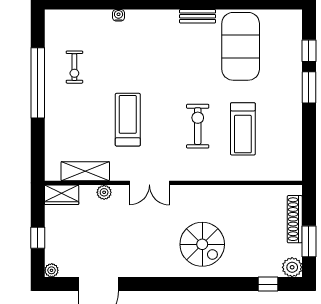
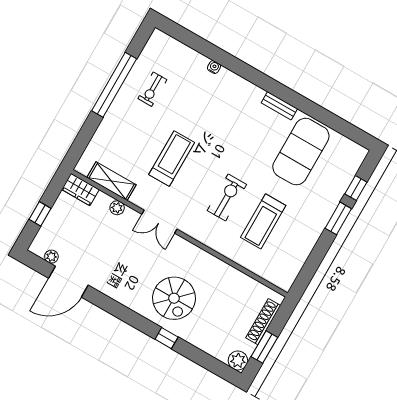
plant: (52, 270) -> (51, 257), moved
window: (268, 284) -> (167, 338), moved

